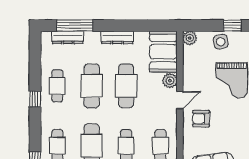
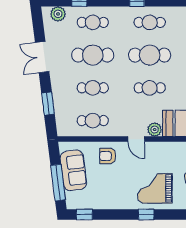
cafe table: (126, 86) -> (150, 88), width x0.73, depth x0.74
armchair: (201, 119) -> (108, 156), moved, turned -90

